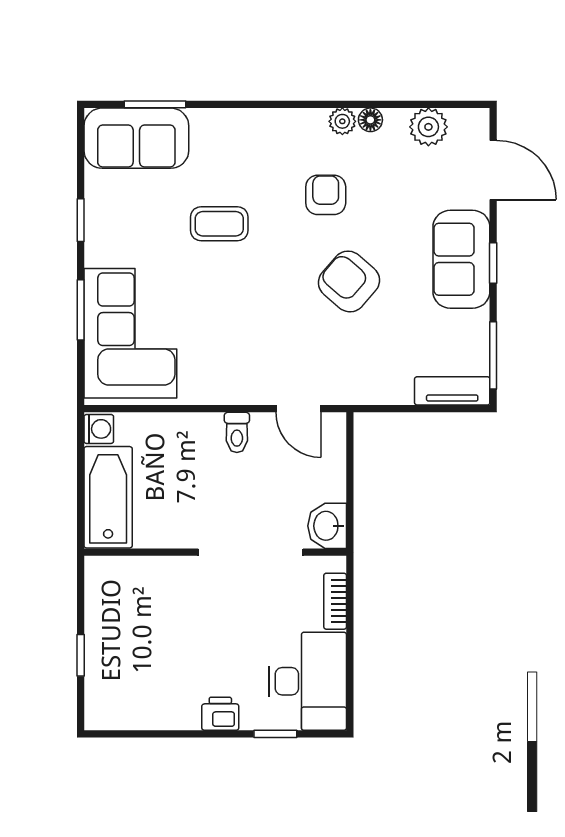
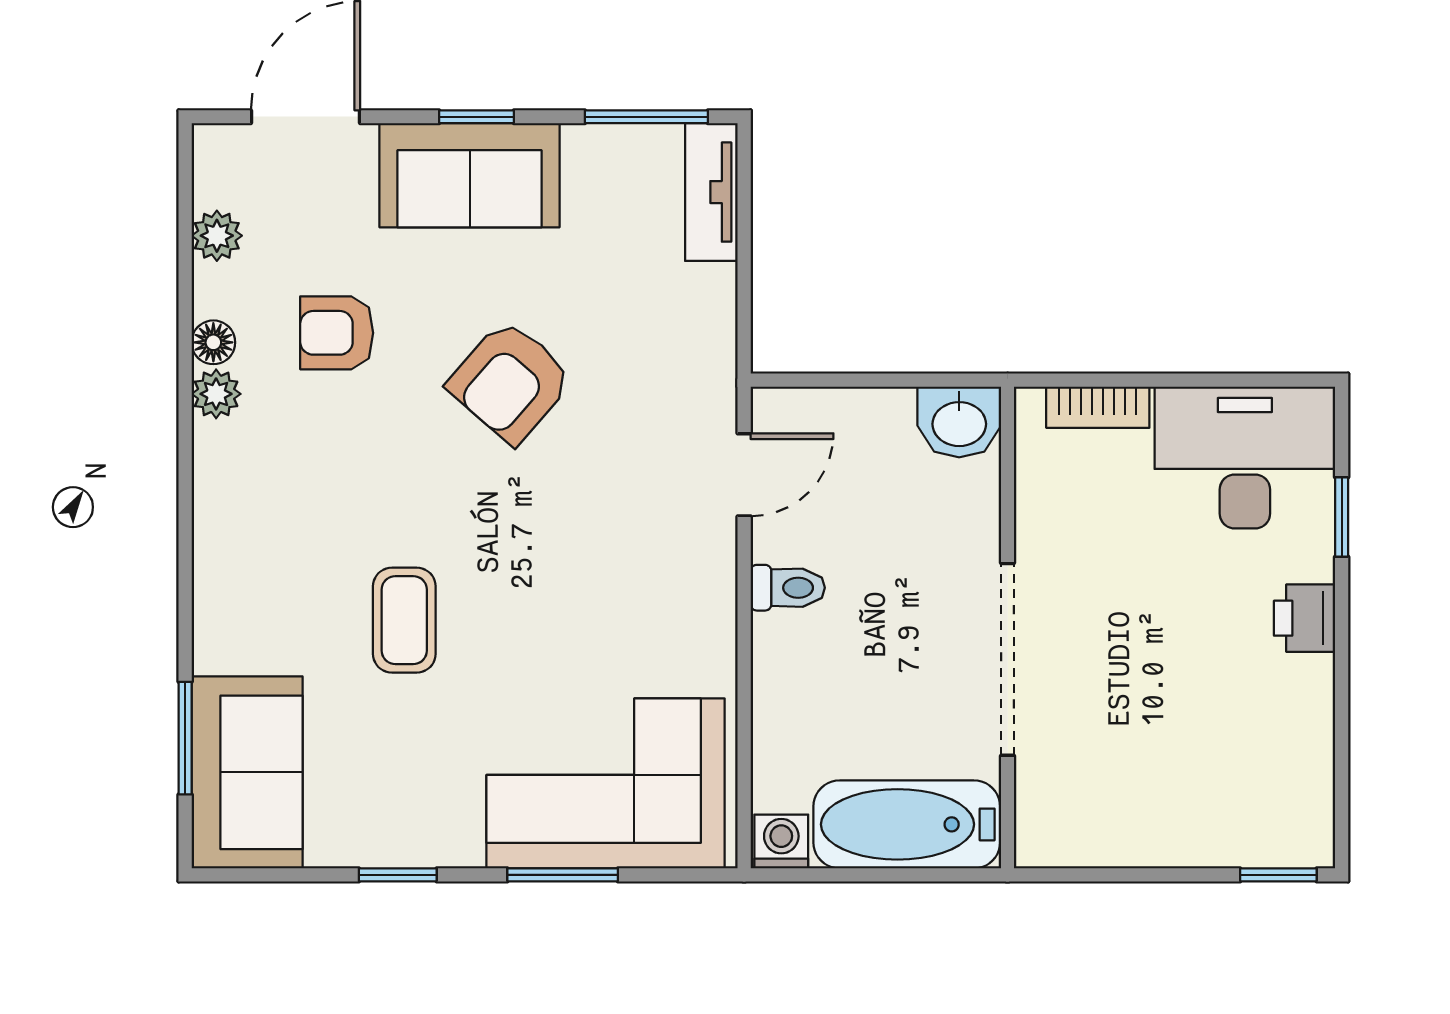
plant: (428, 127) -> (217, 236), width x0.73, depth x0.73
armchair: (326, 195) -> (337, 333), moved
doorway: (251, 552) -> (1008, 659), moved
window: (81, 655) -> (1278, 875), moved

